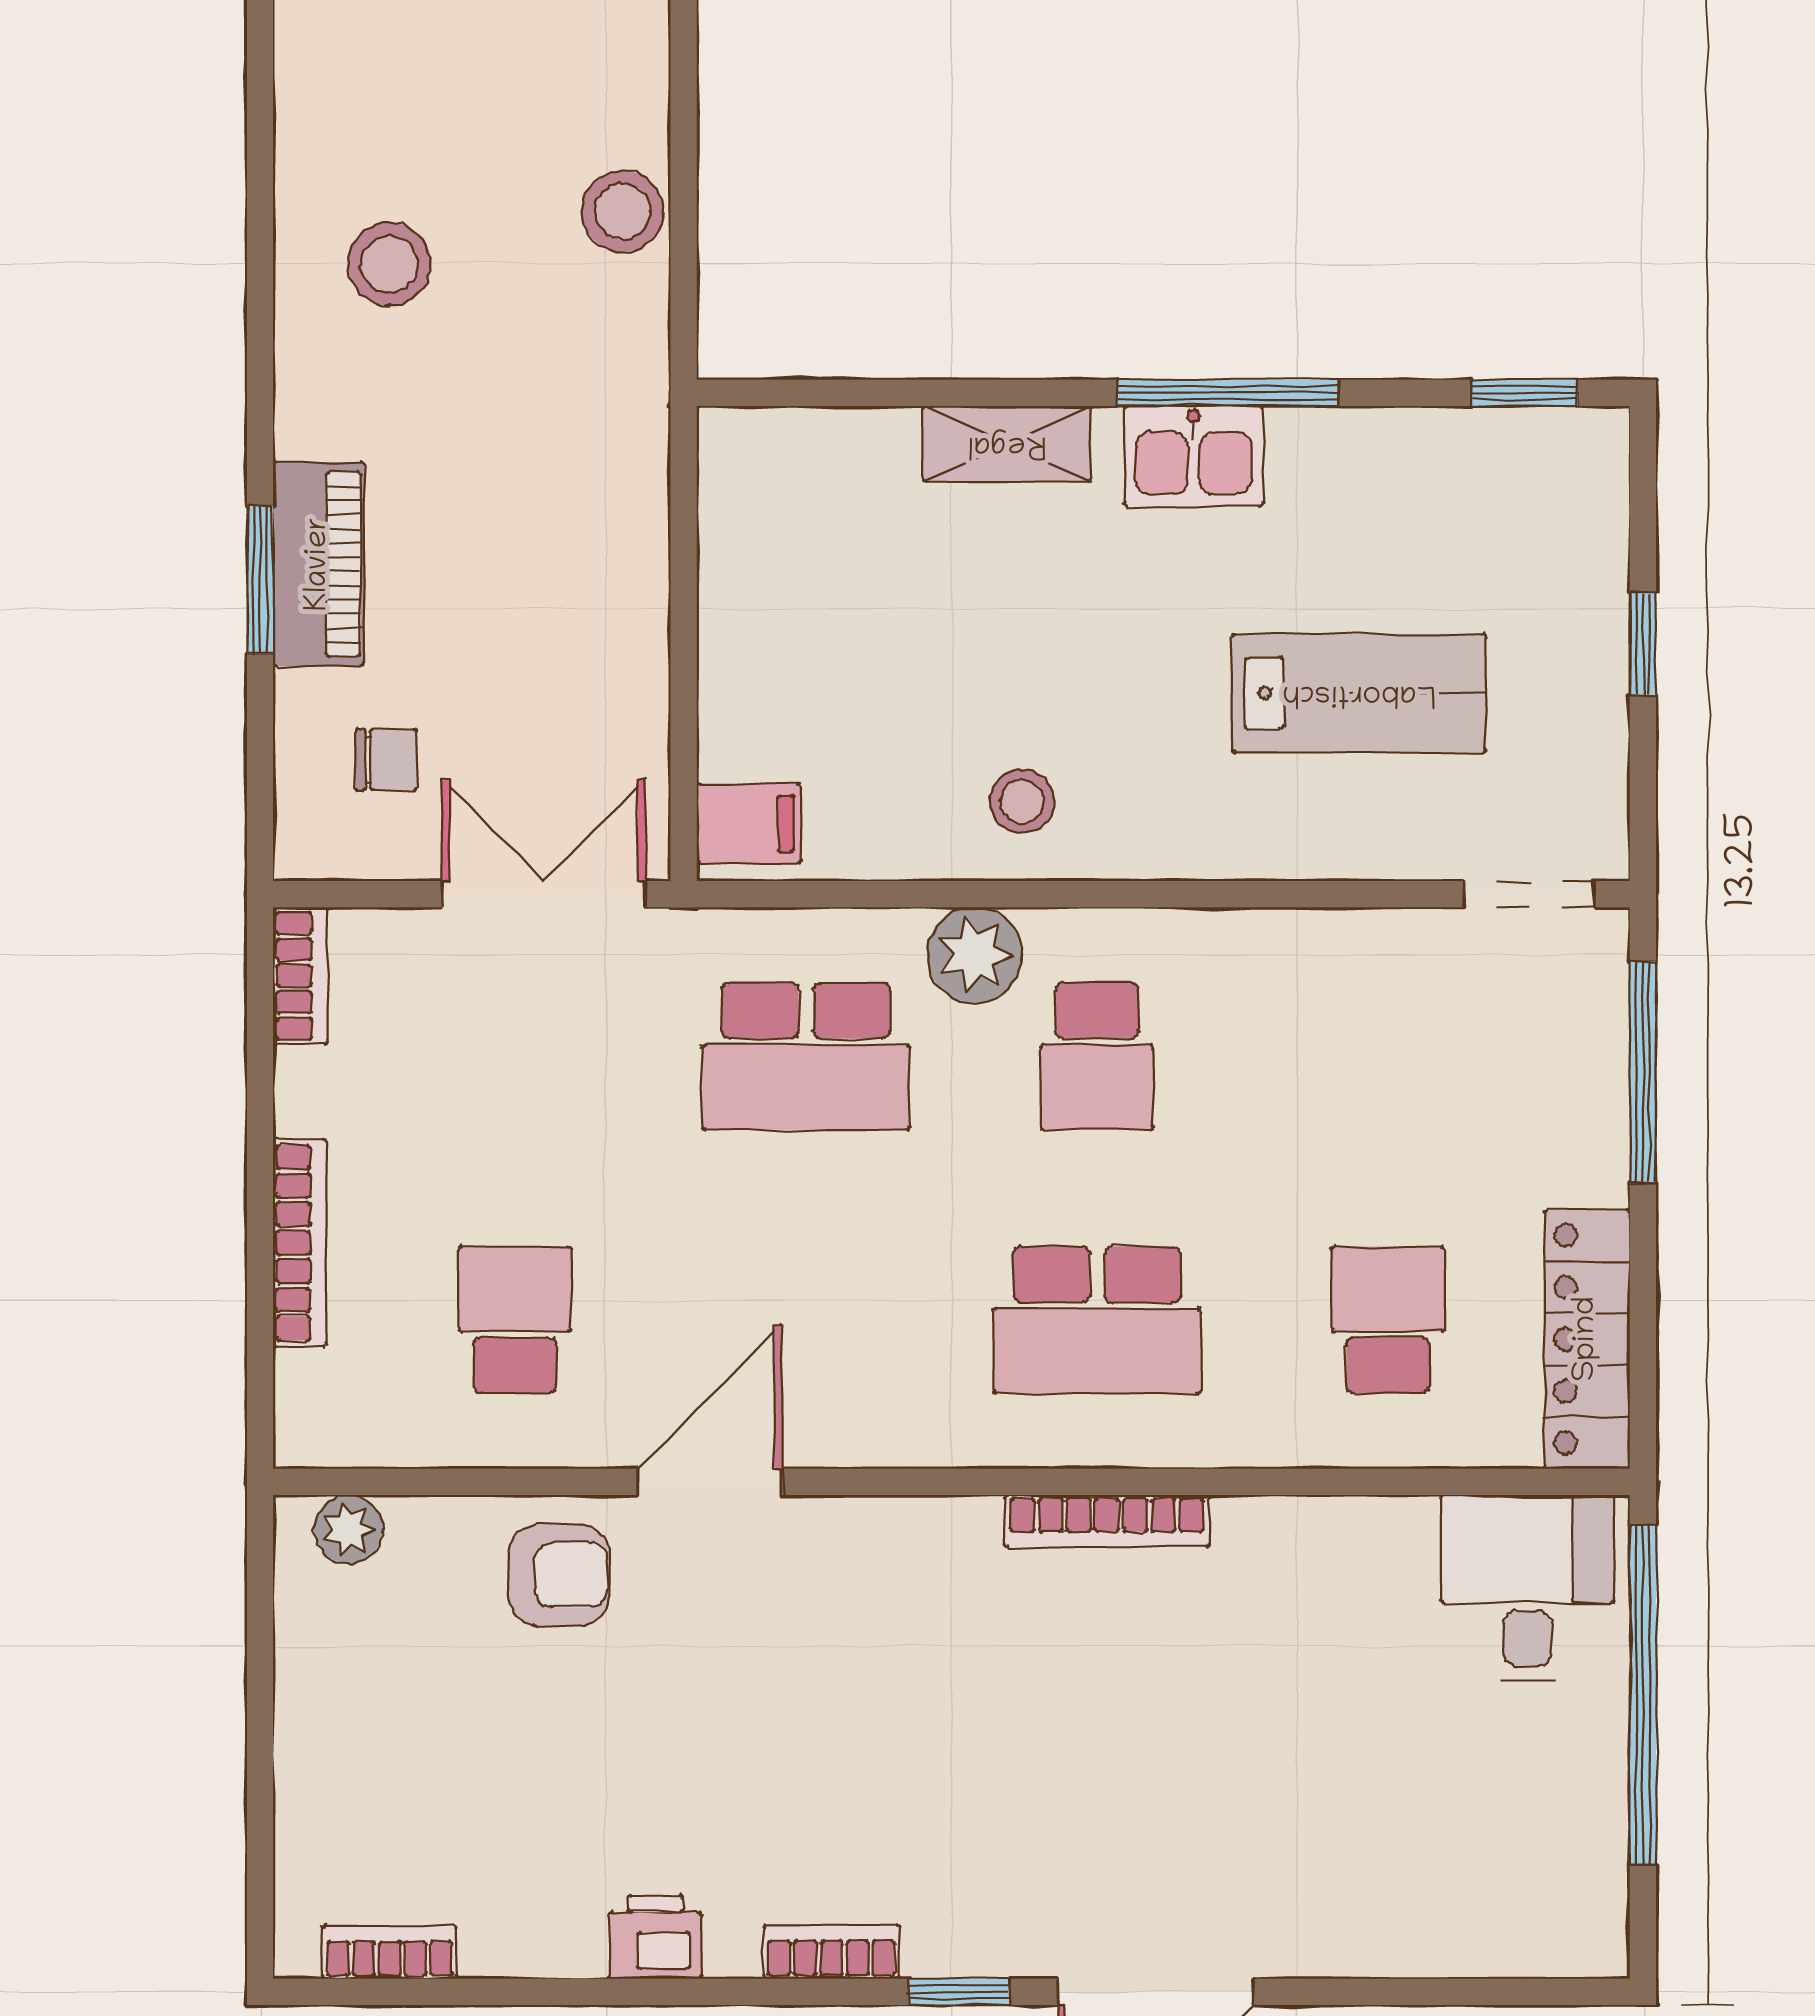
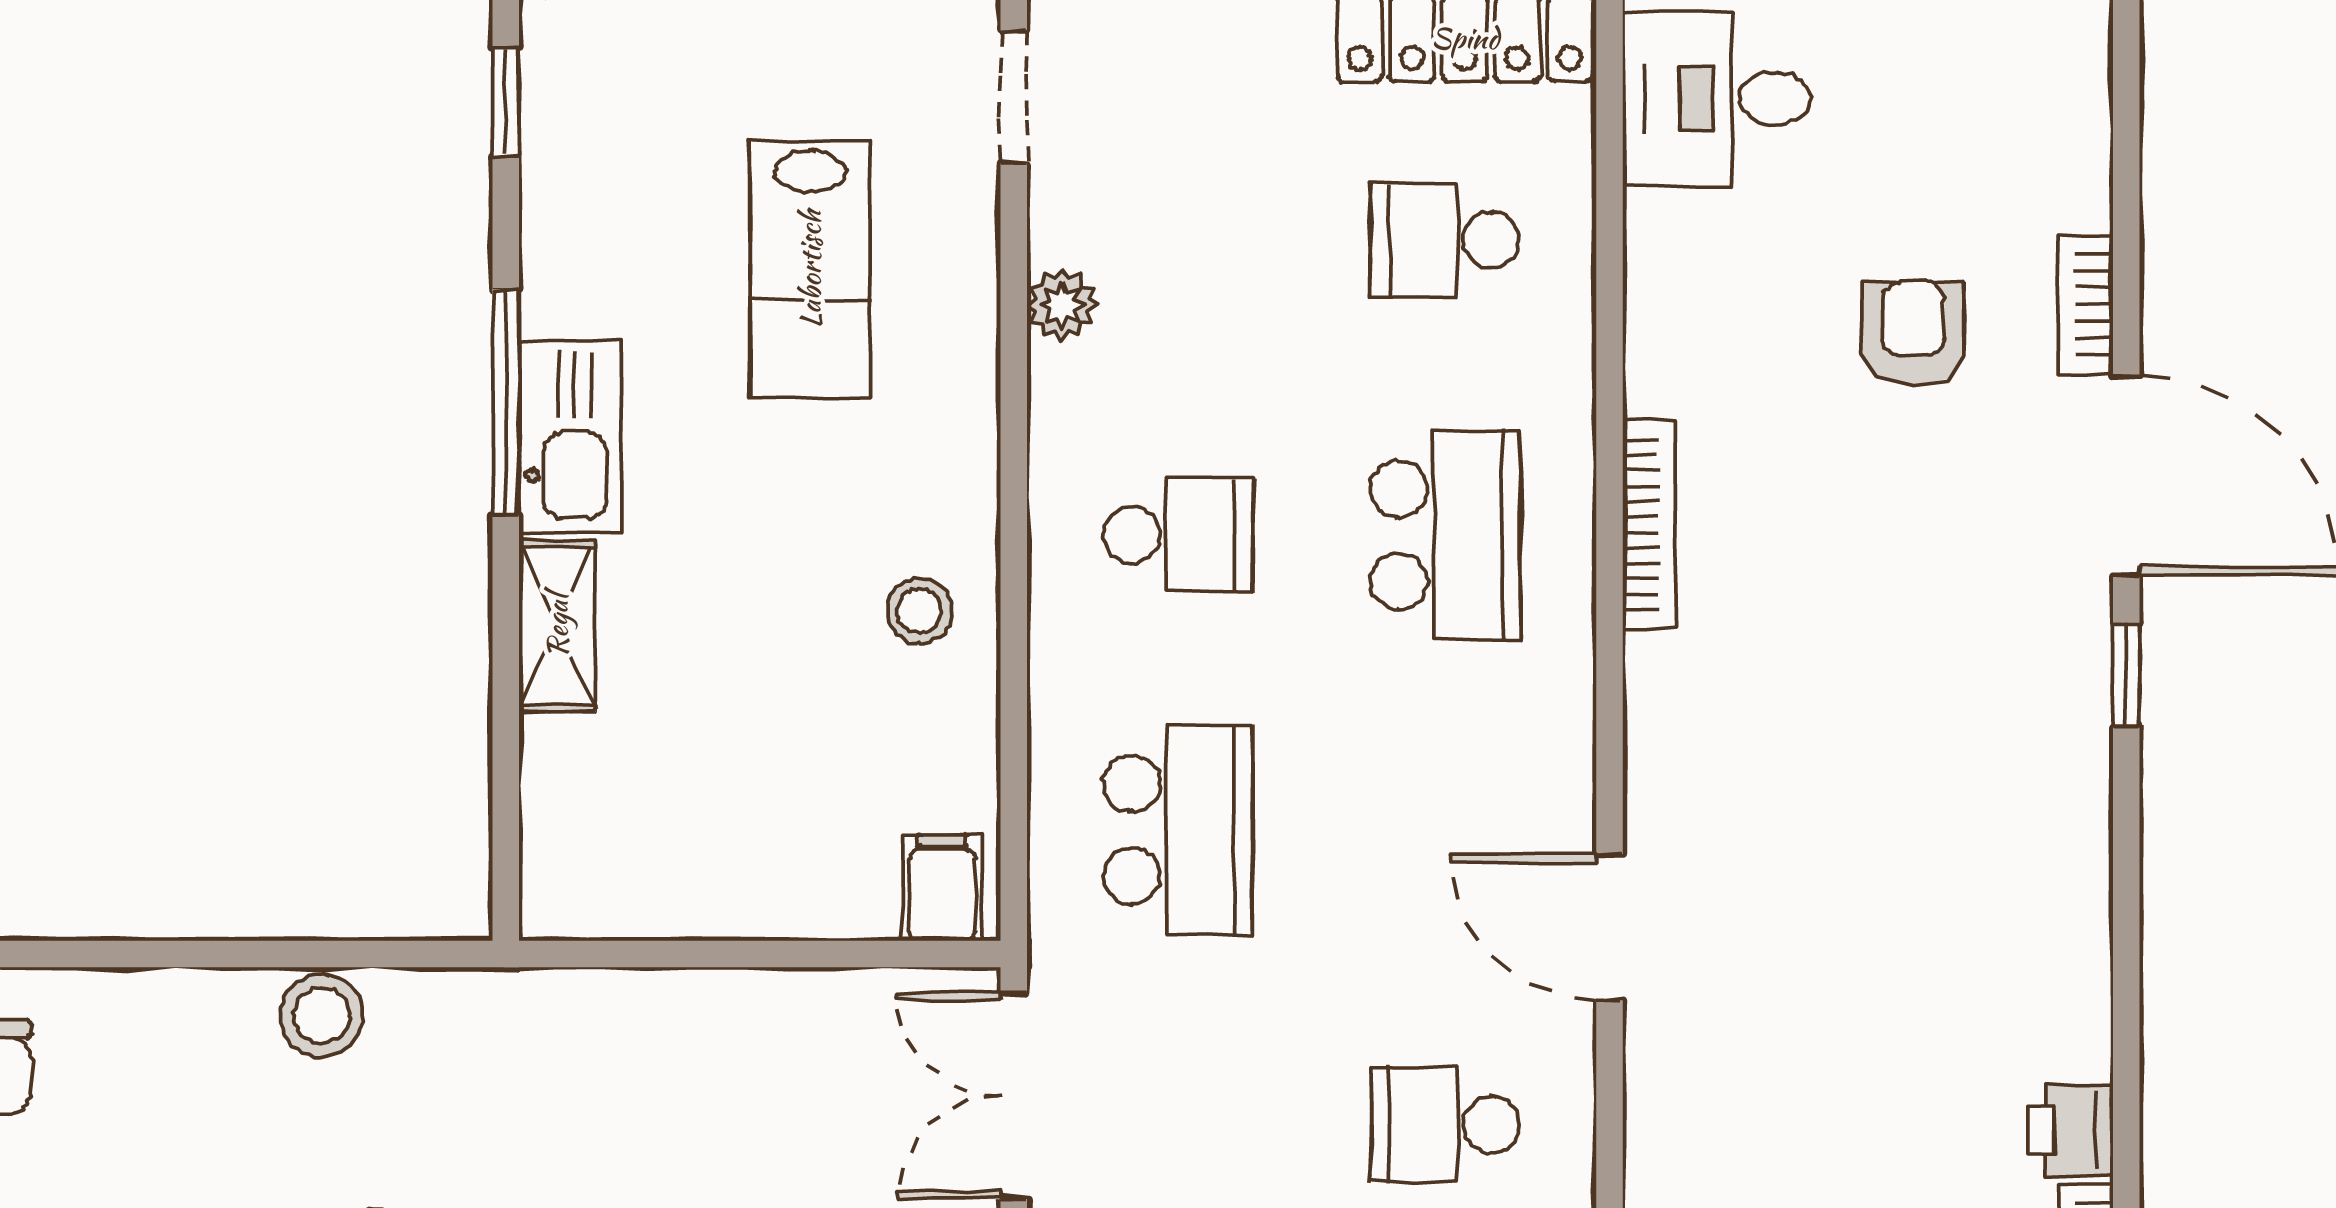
kitchen sink: (1194, 456) -> (570, 437), width x1.38
lab bench: (1359, 693) -> (810, 269), turned 180
plant: (975, 955) -> (1062, 305), moved, width x0.73, depth x0.73
armchair: (559, 1575) -> (1913, 333), moved
printer: (655, 1937) -> (2071, 1130), moved
bookcase: (831, 1952) -> (2086, 304), moved

